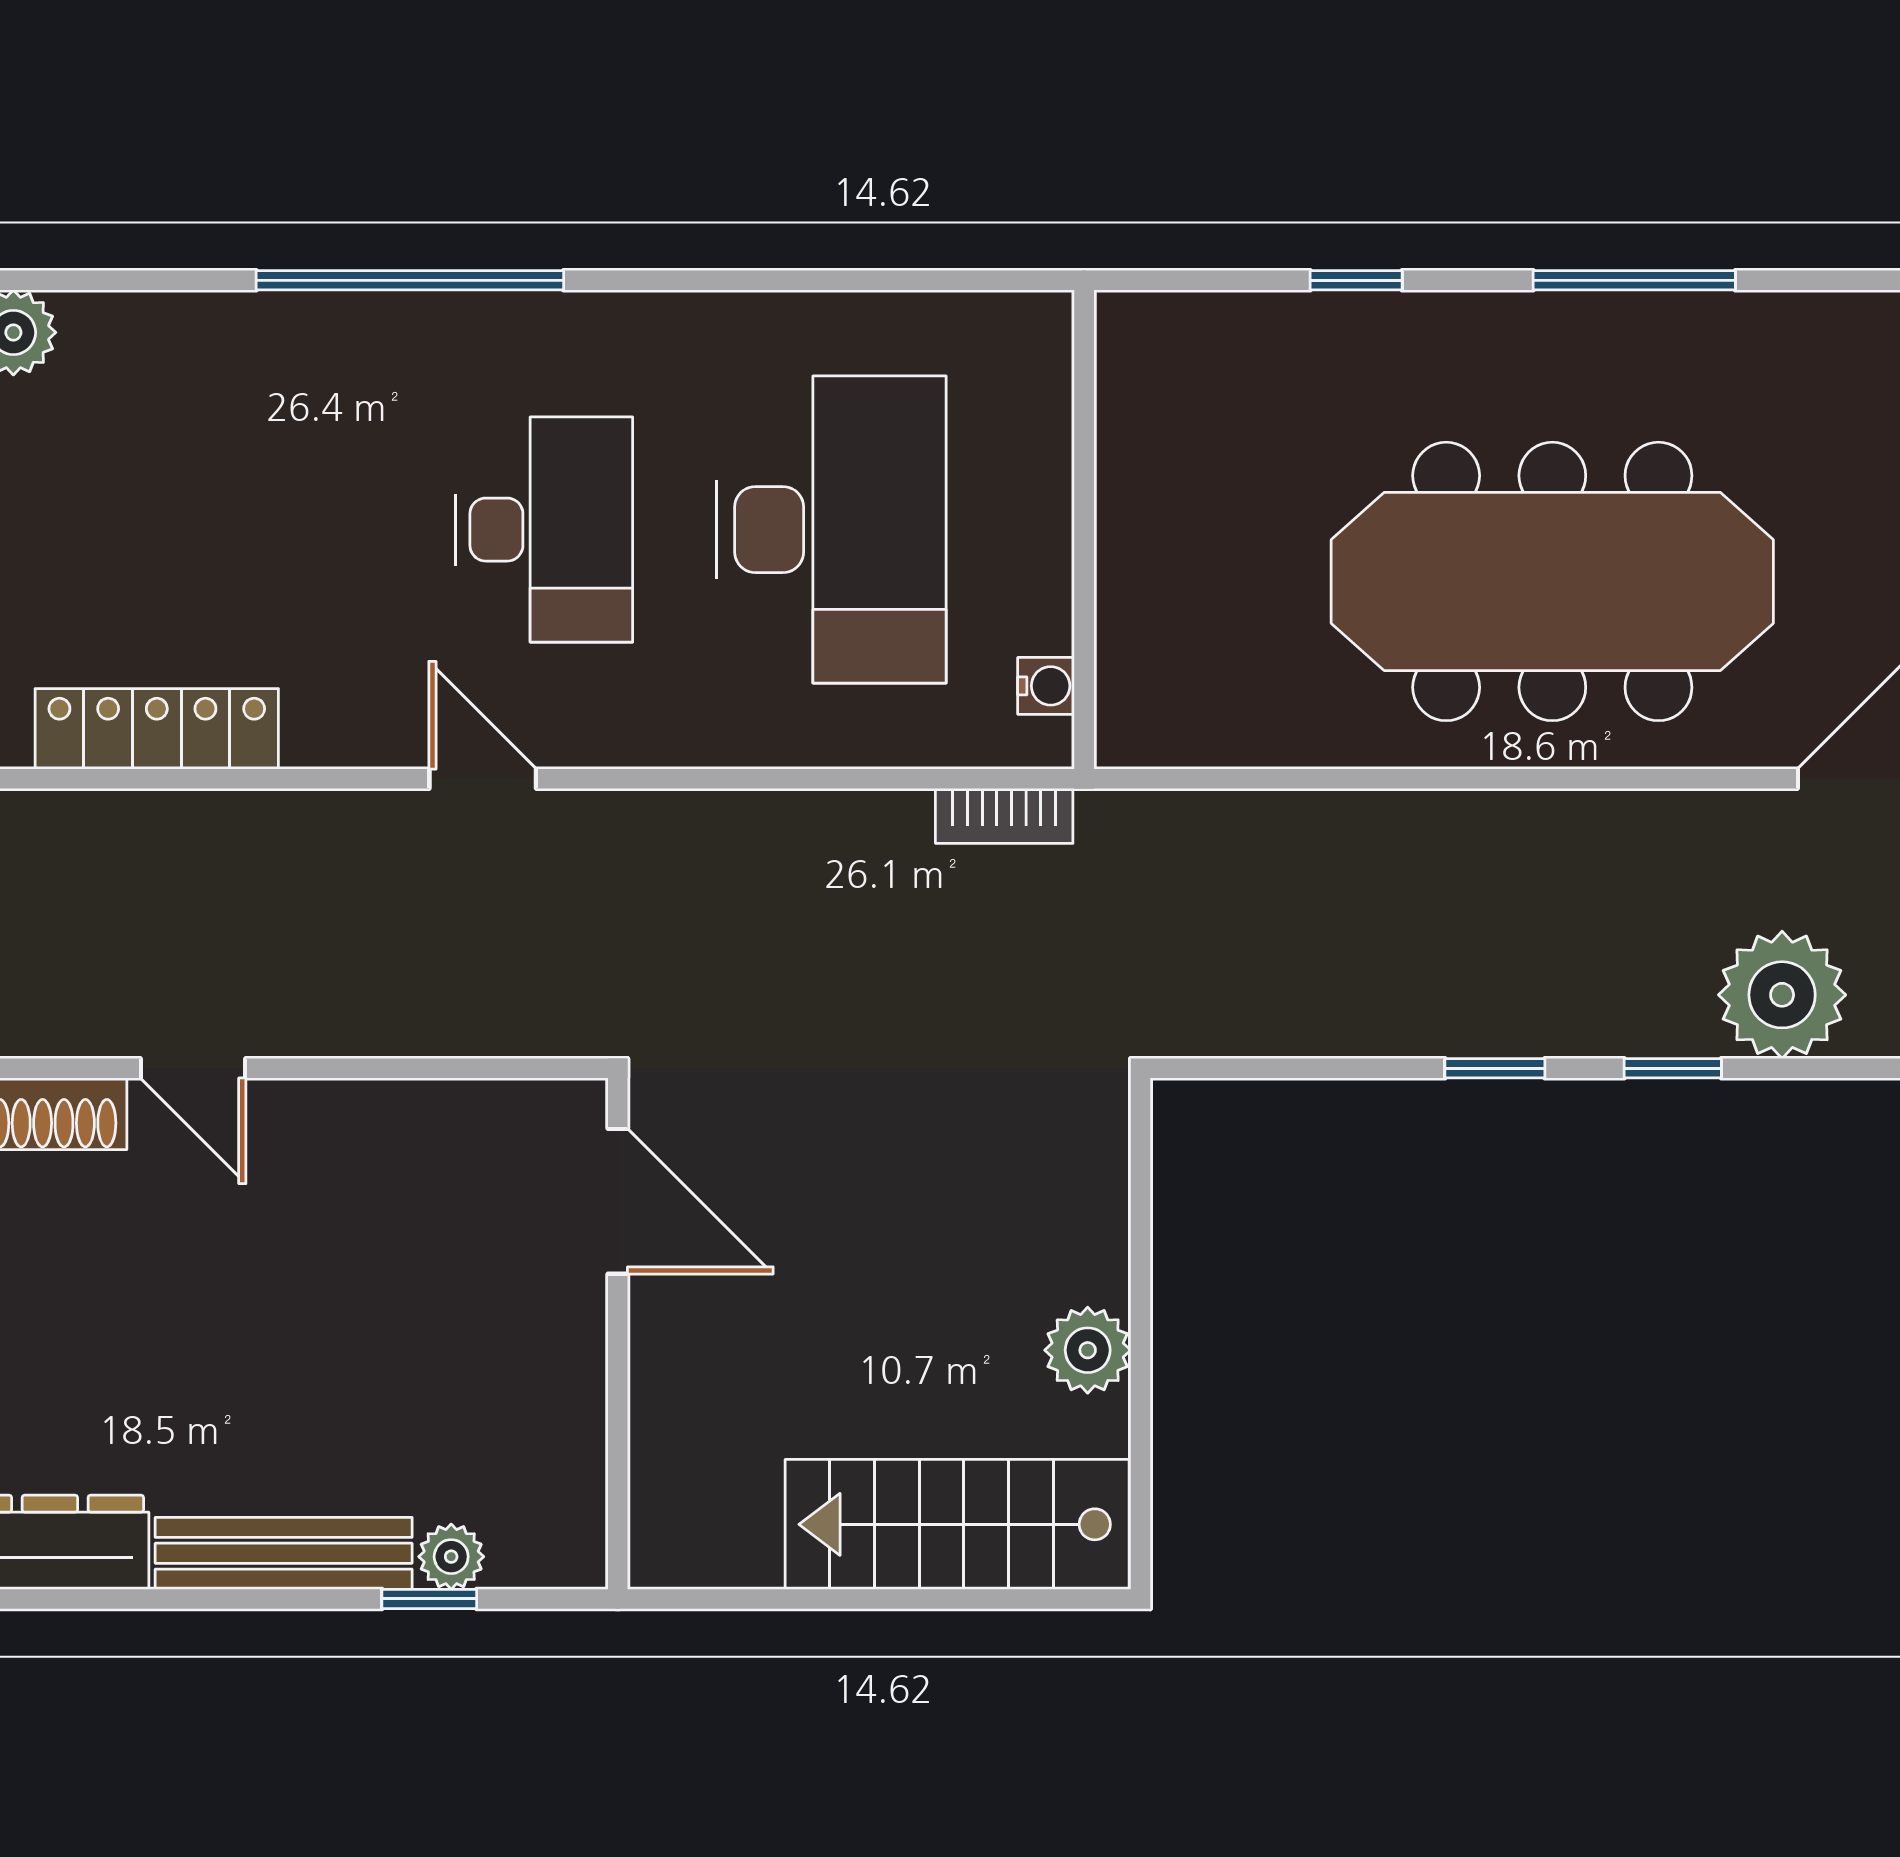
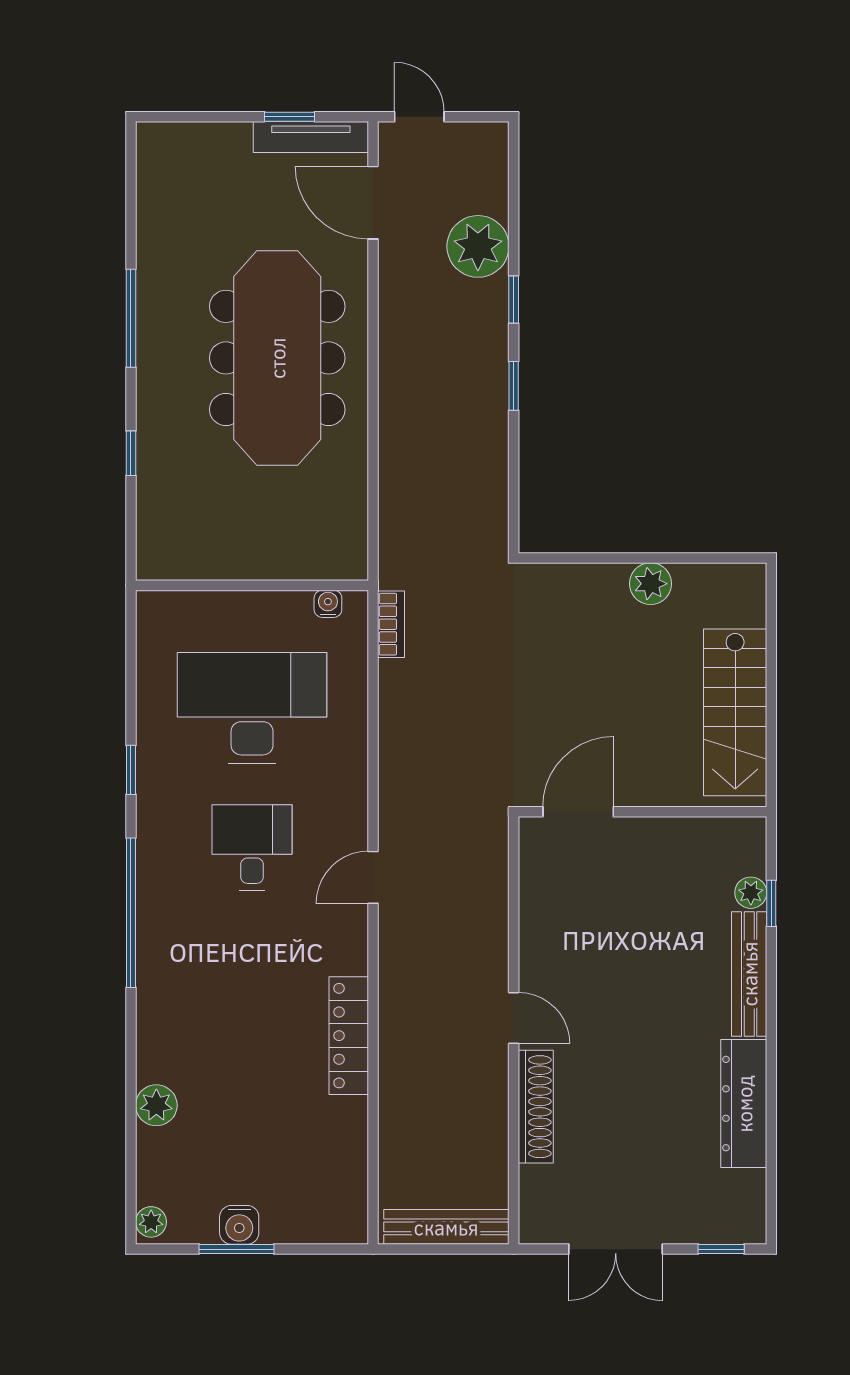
window: (704, 280) -> (131, 770), added
desk: (544, 530) -> (252, 847), width x0.73
door: (193, 1068) -> (514, 1018), hinge flipped
stairs: (957, 1524) -> (735, 712), moved

